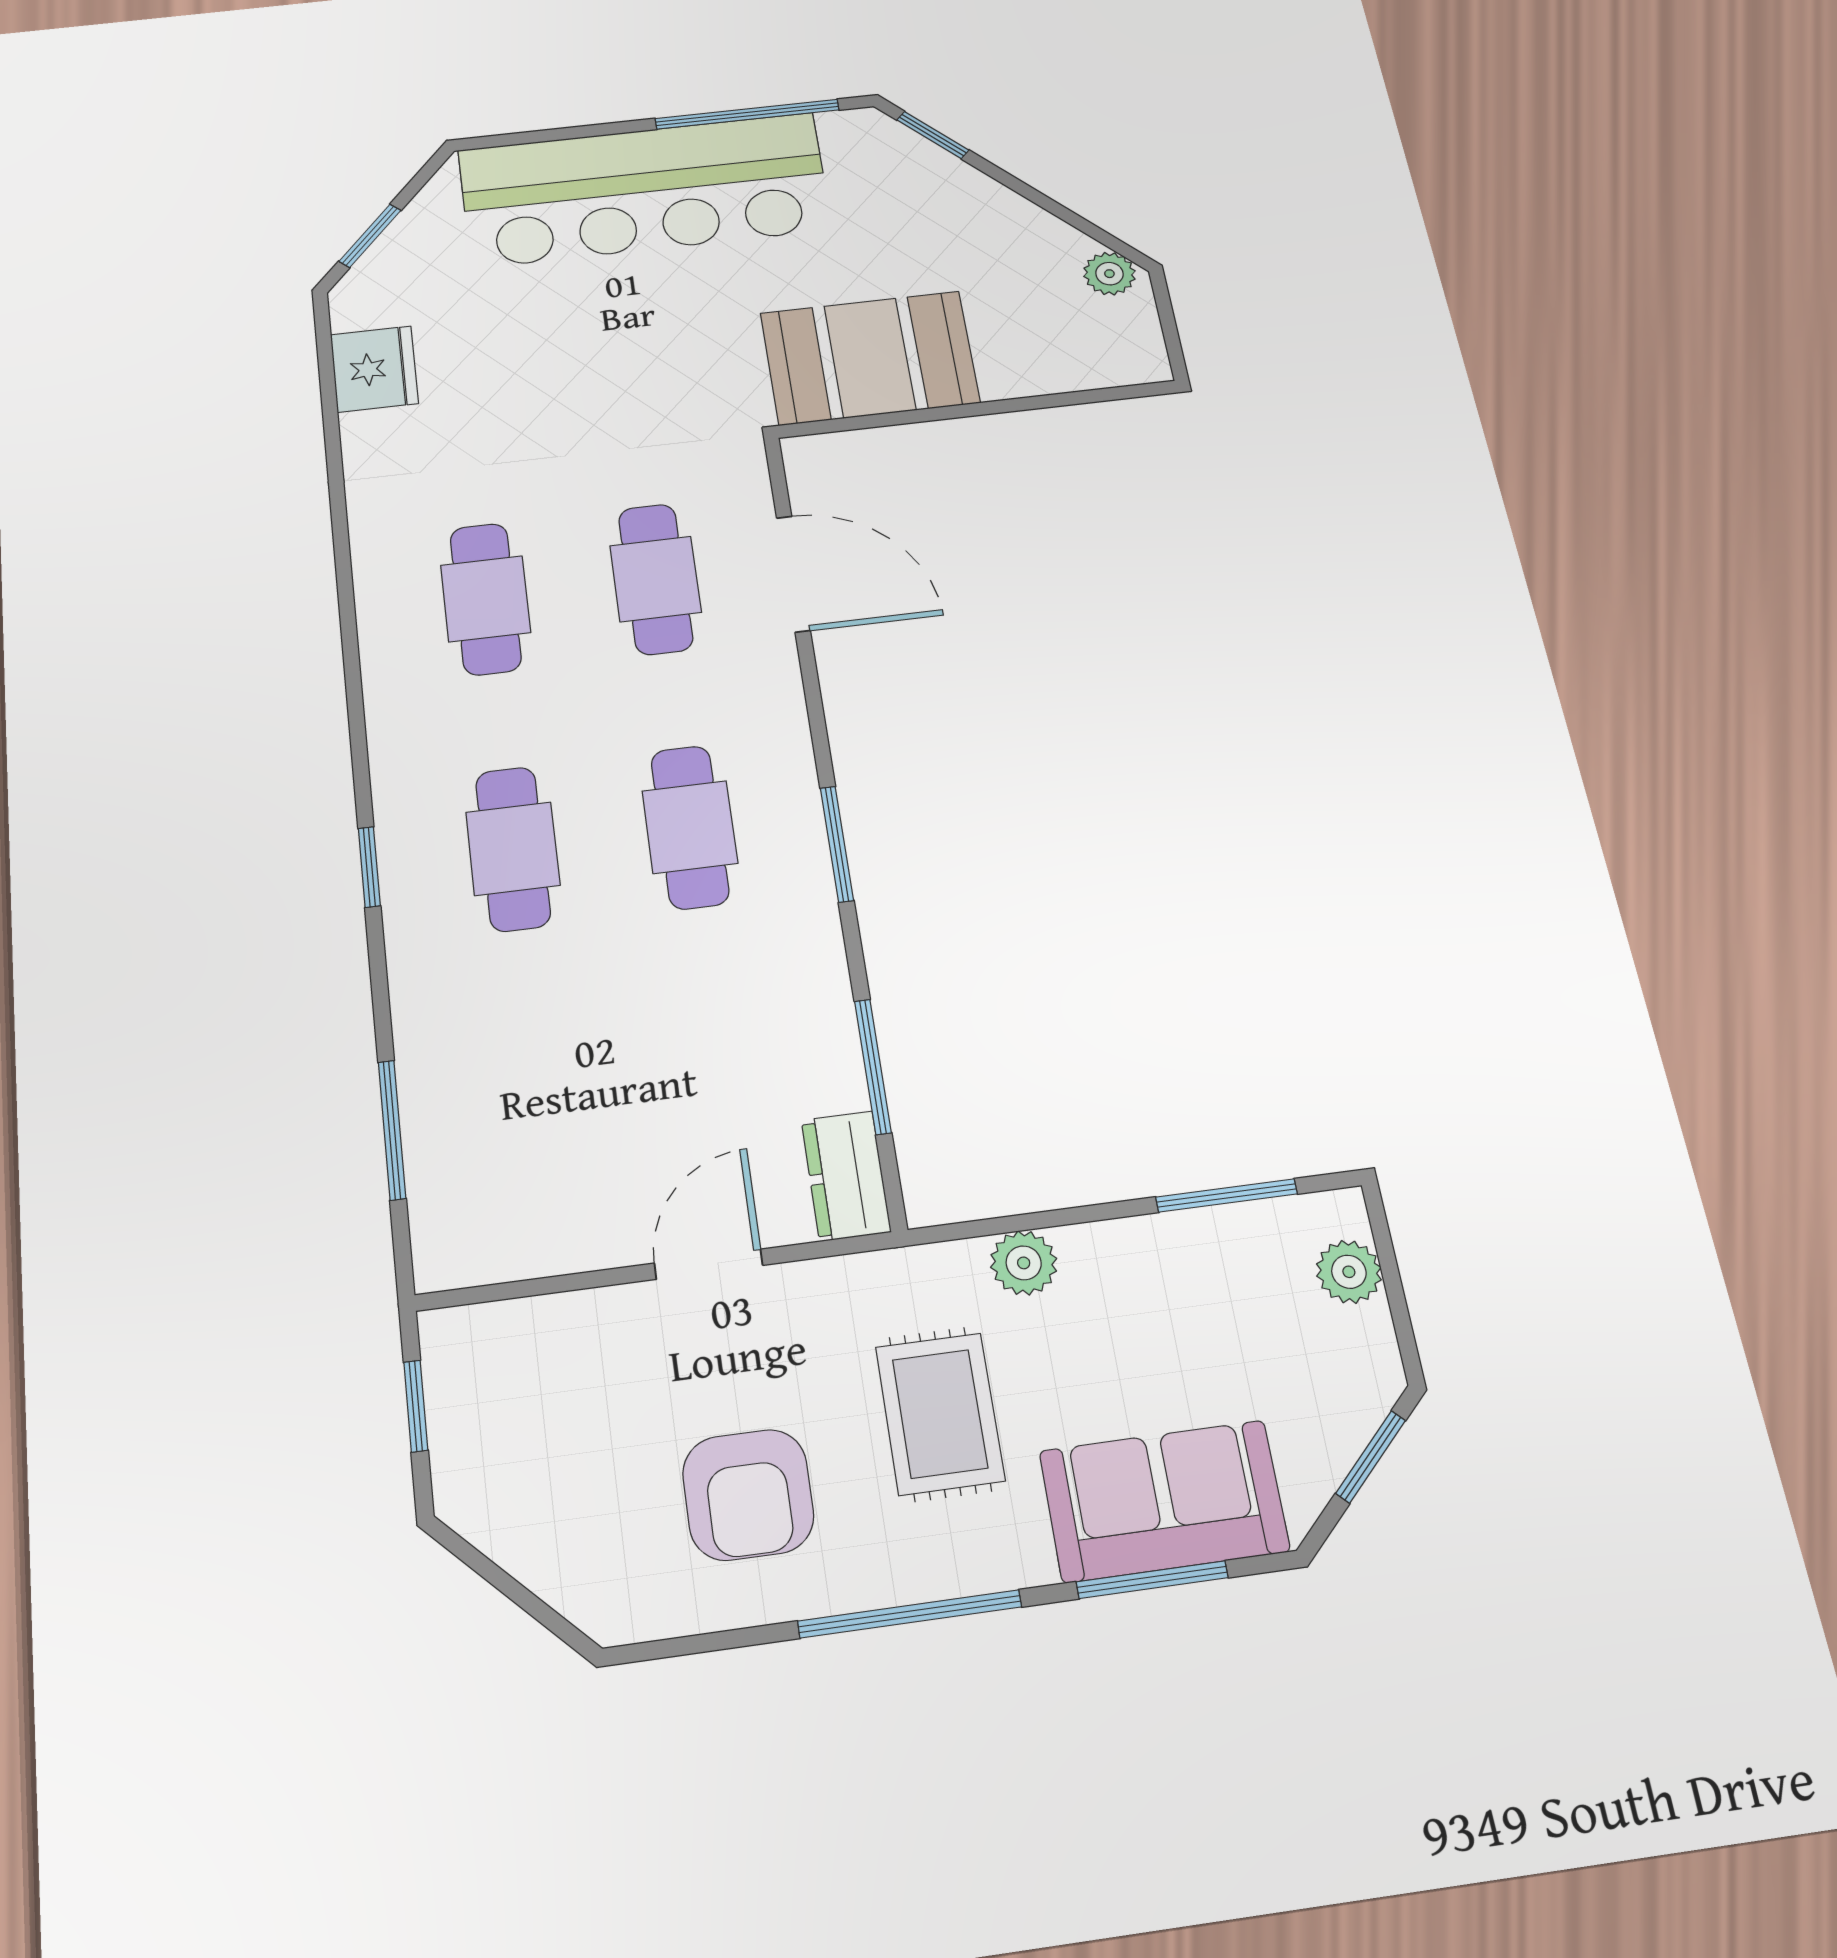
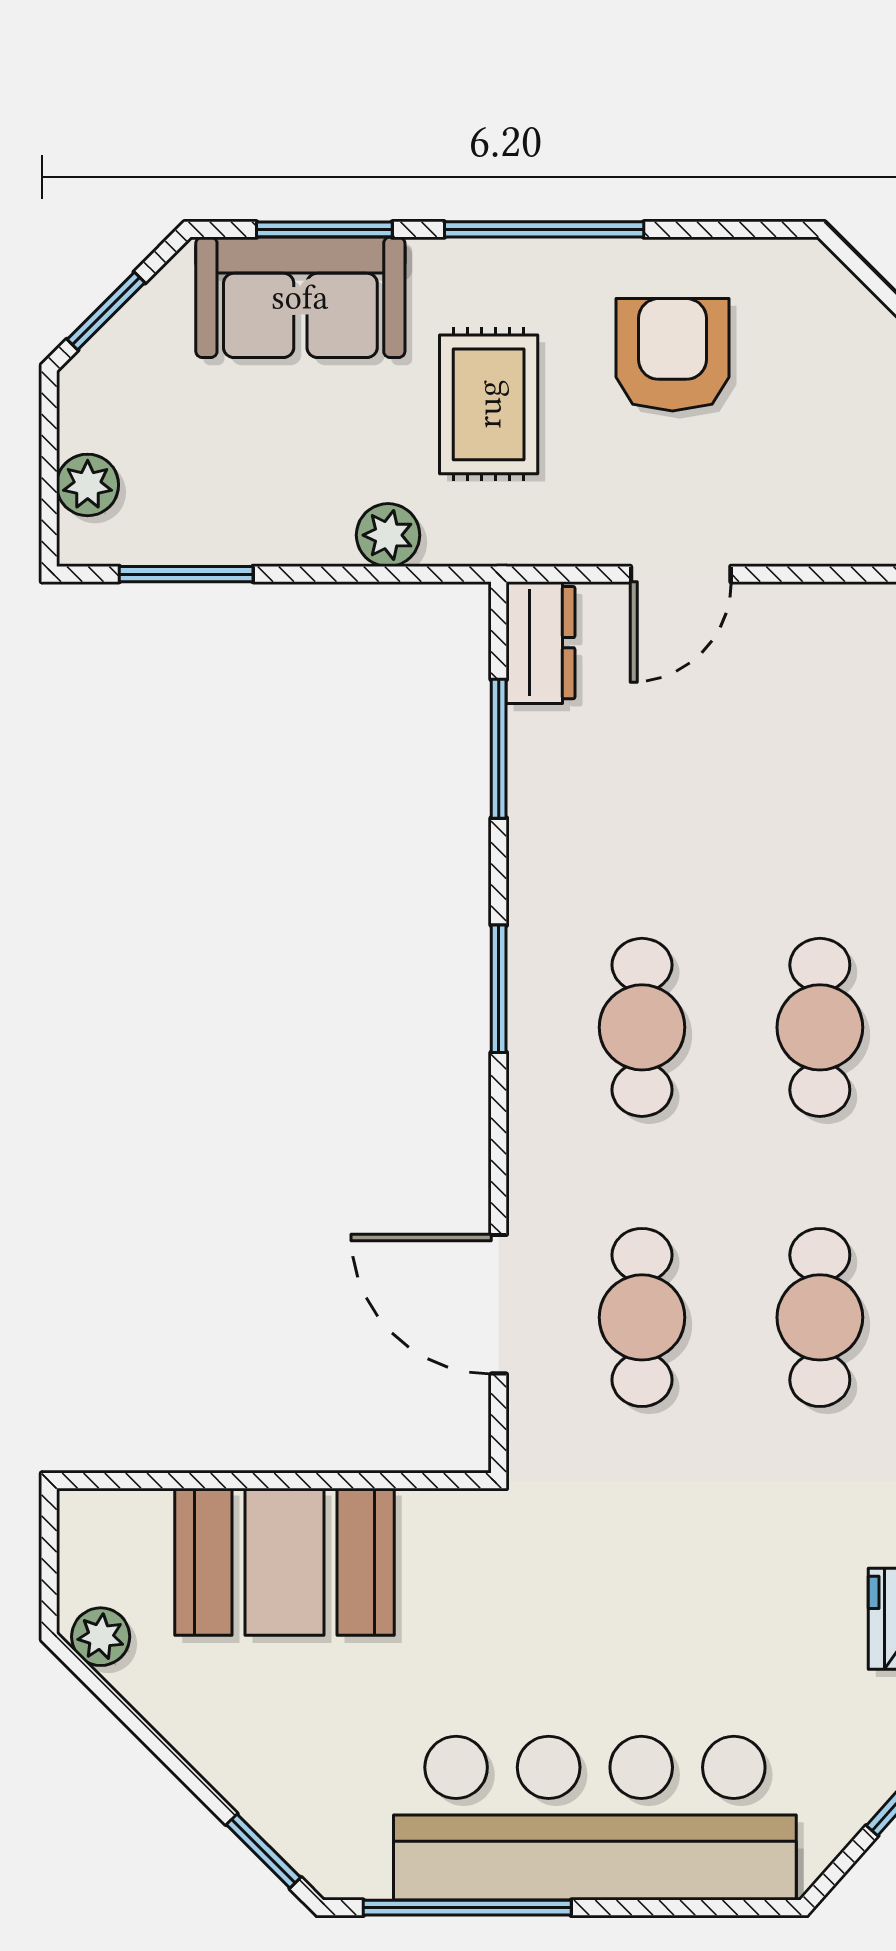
booth: (870, 358) -> (284, 1562), moved

